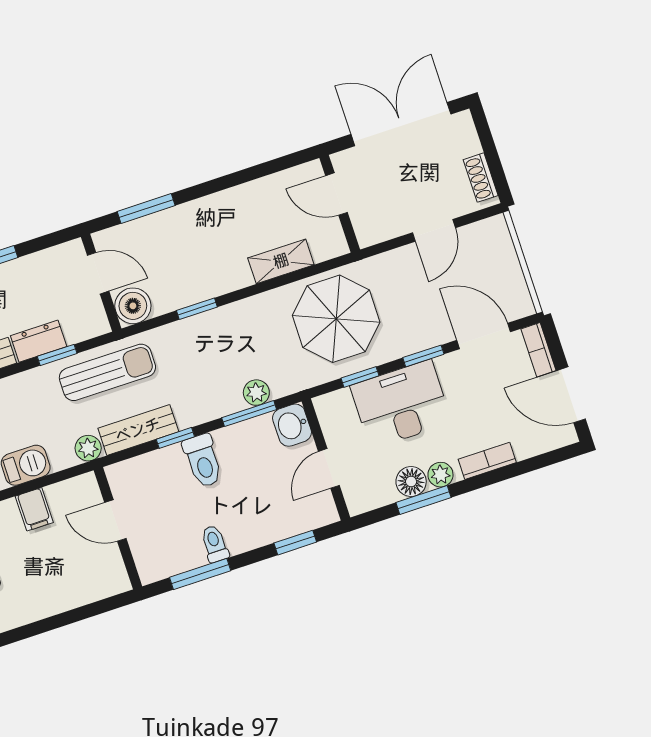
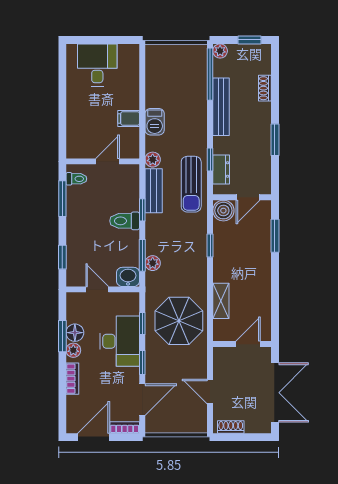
dresser: (39, 341) -> (221, 169), moved
toilet: (215, 544) -> (76, 179), moved

